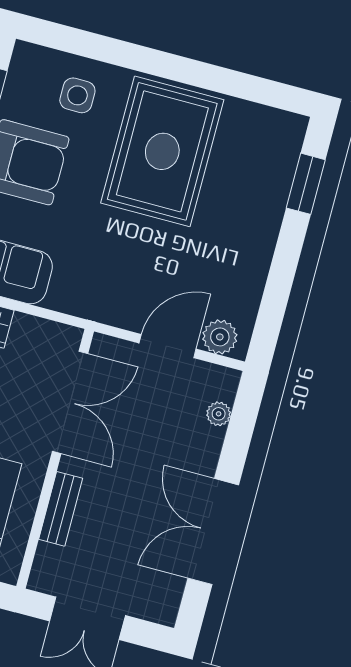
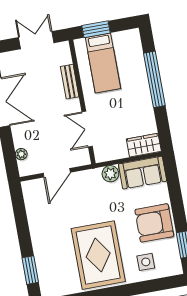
plant: (220, 337) -> (110, 174), moved
double door: (70, 402) -> (87, 129), width x0.73

